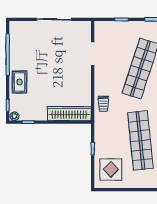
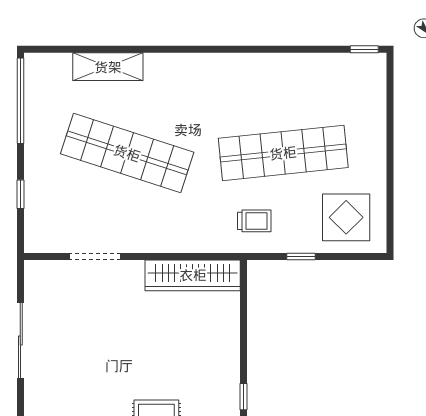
trolley: (103, 104) -> (254, 221), moved
wardrobe: (69, 113) -> (193, 275), moved, turned -90

